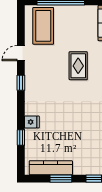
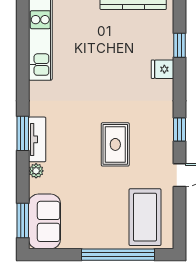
rug: (78, 66) -> (115, 144), moved

